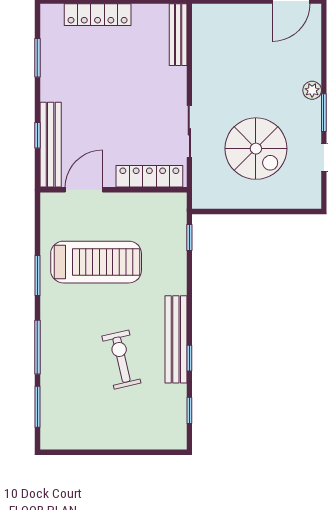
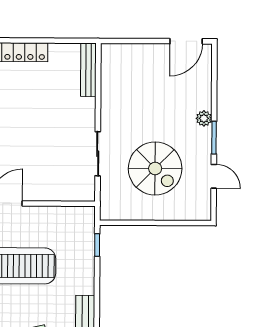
locker: (149, 176) -> (63, 192), removed

